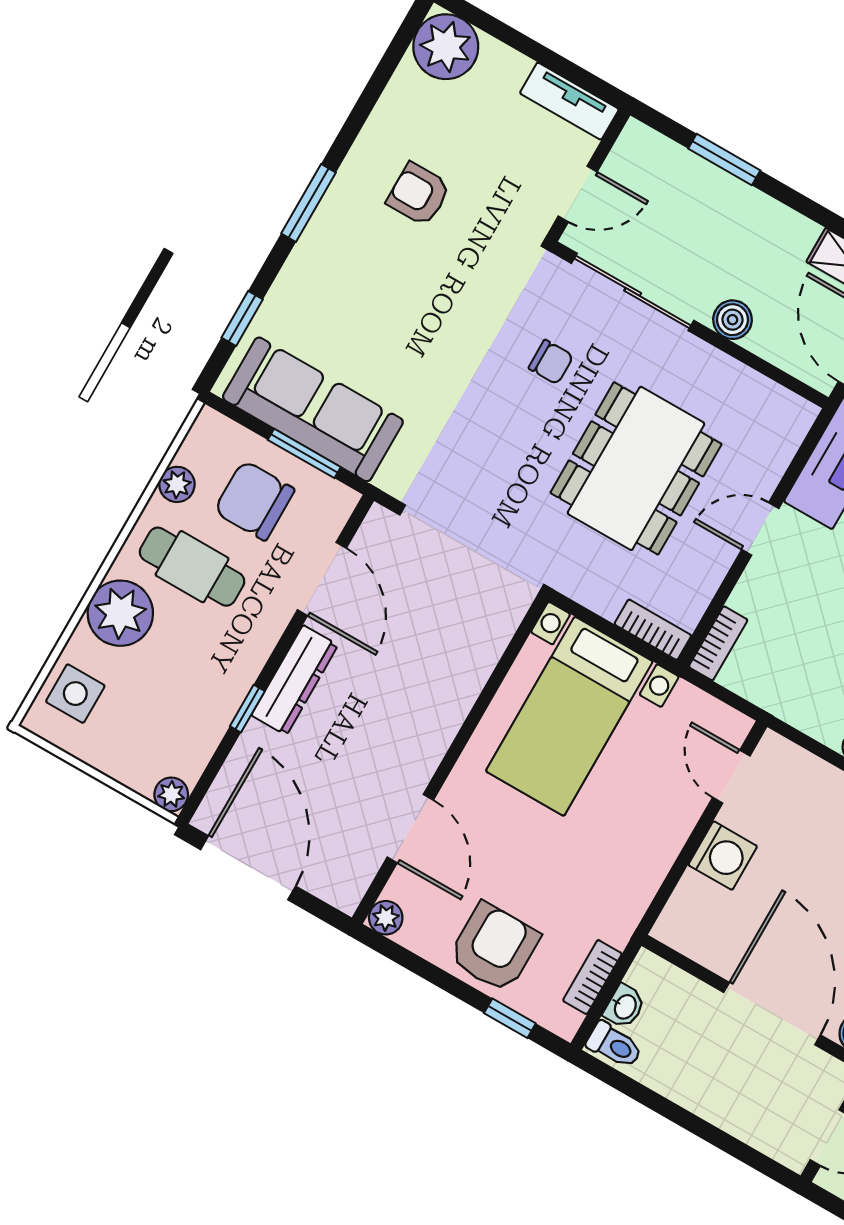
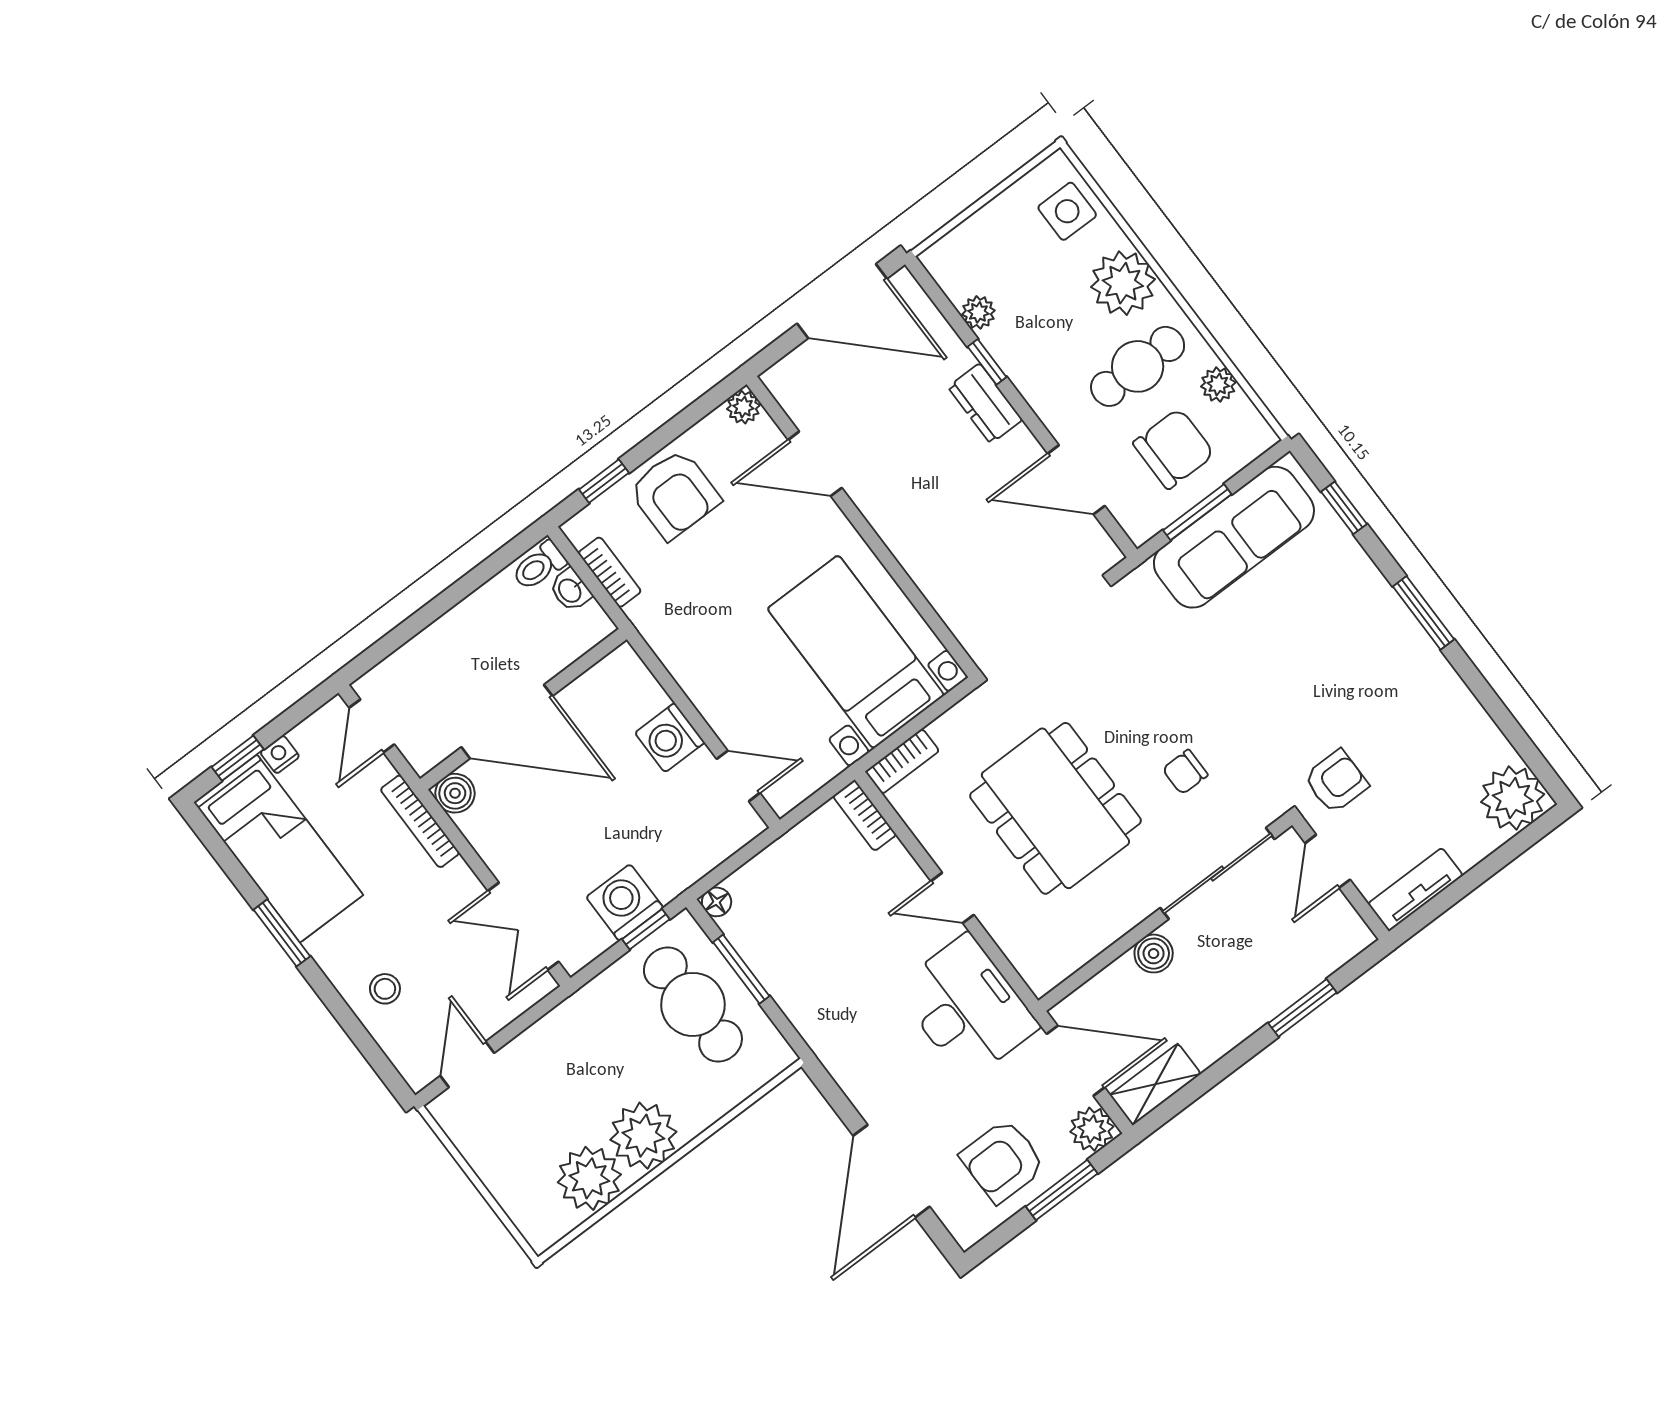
armchair: (419, 194) -> (1336, 781), moved
door: (760, 529) -> (952, 898), swing flipped
dresser: (295, 680) -> (985, 403), width x0.70
plant: (171, 794) -> (978, 312), moved

